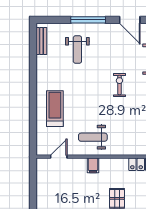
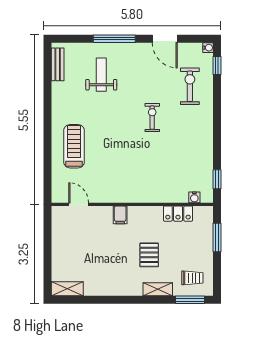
weight bench: (77, 50) -> (101, 75), turned 180
weight bench: (93, 137) -> (120, 181), removed
door: (59, 157) -> (79, 204), hinge flipped

